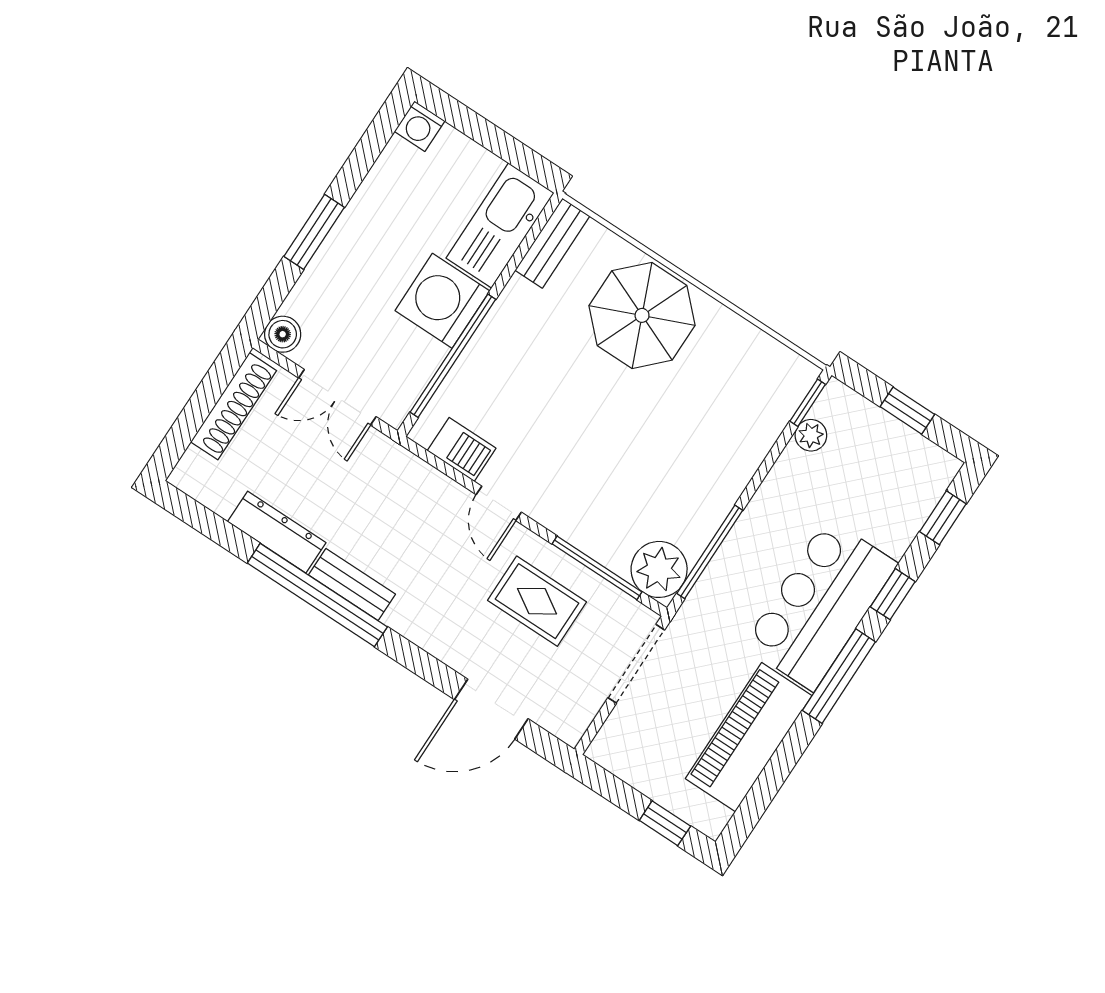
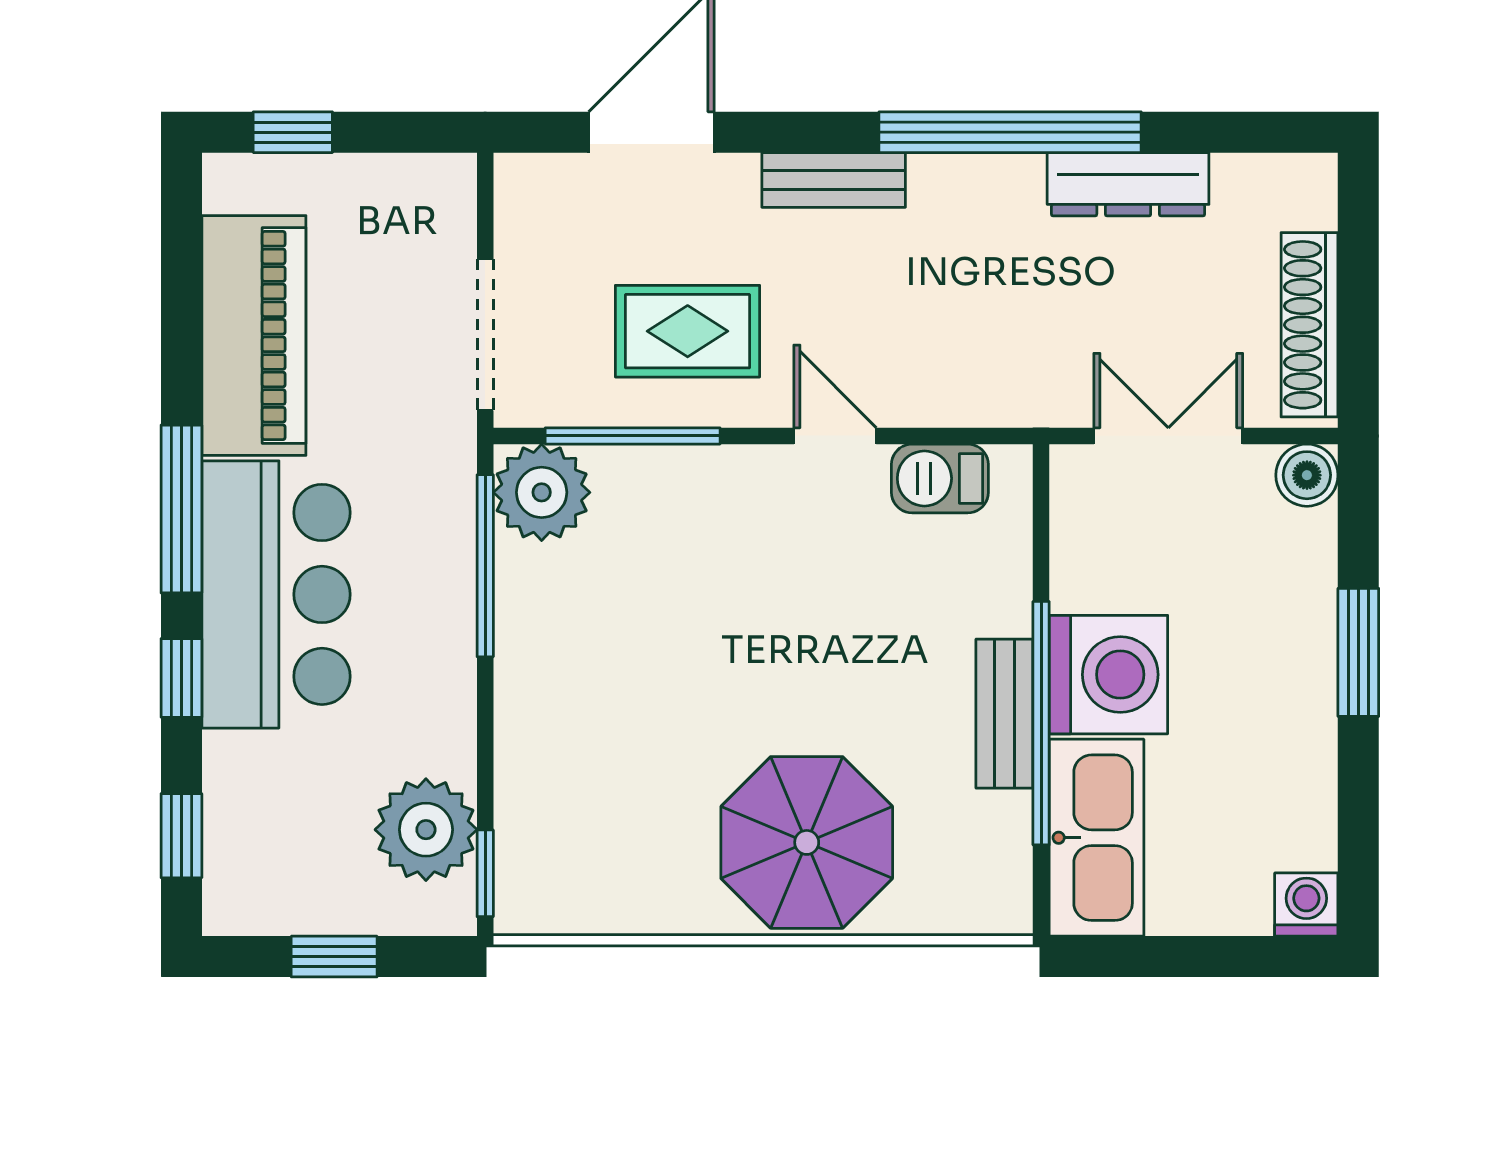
bench: (552, 243) -> (1004, 714), moved
window: (453, 356) -> (1041, 723), moved
plant: (811, 435) -> (426, 830), width x1.88, depth x1.88
bench: (352, 585) -> (834, 180), moved

